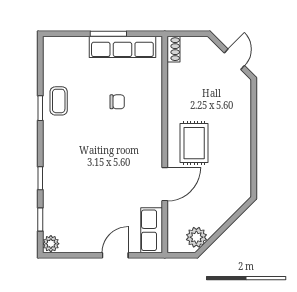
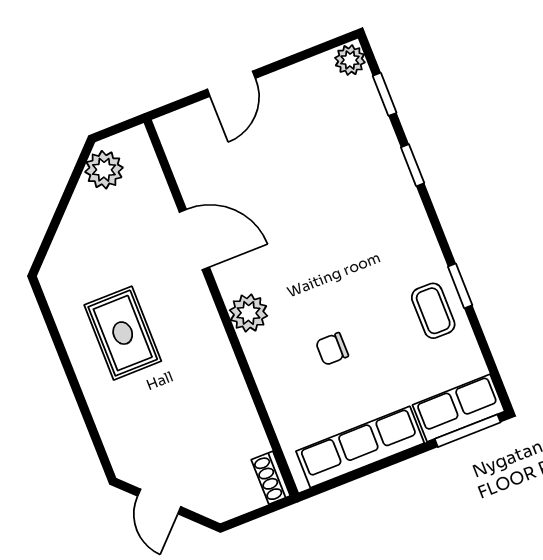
window: (108, 34) -> (468, 431), moved
plant: (152, 136) -> (249, 313), added
rug: (194, 143) -> (123, 333), moved
door: (165, 184) -> (194, 240), swing flipped
row of seats: (152, 230) -> (459, 408), moved, turned -90

